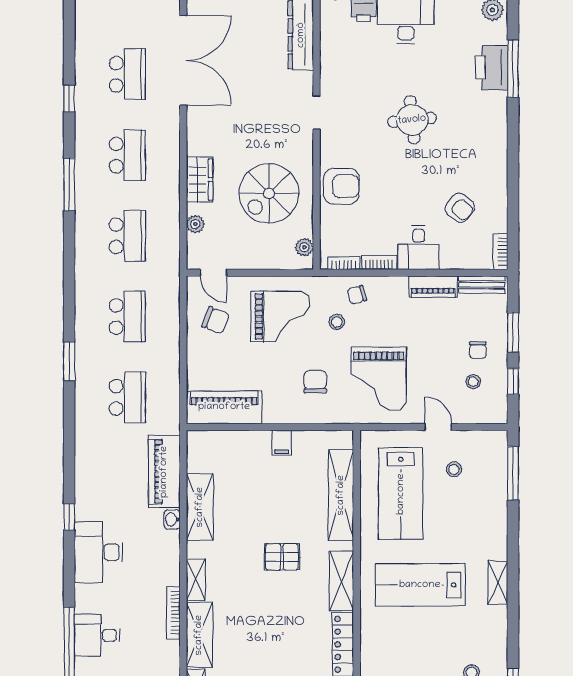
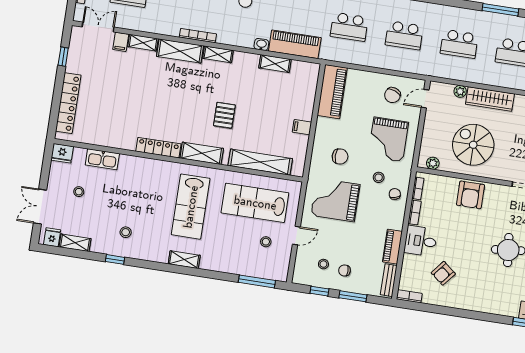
wardrobe: (200, 180) -> (490, 99), width x1.50
shelving: (200, 507) -> (275, 64), width x0.67, depth x0.75
lab bench: (420, 585) -> (191, 207), turned 180

